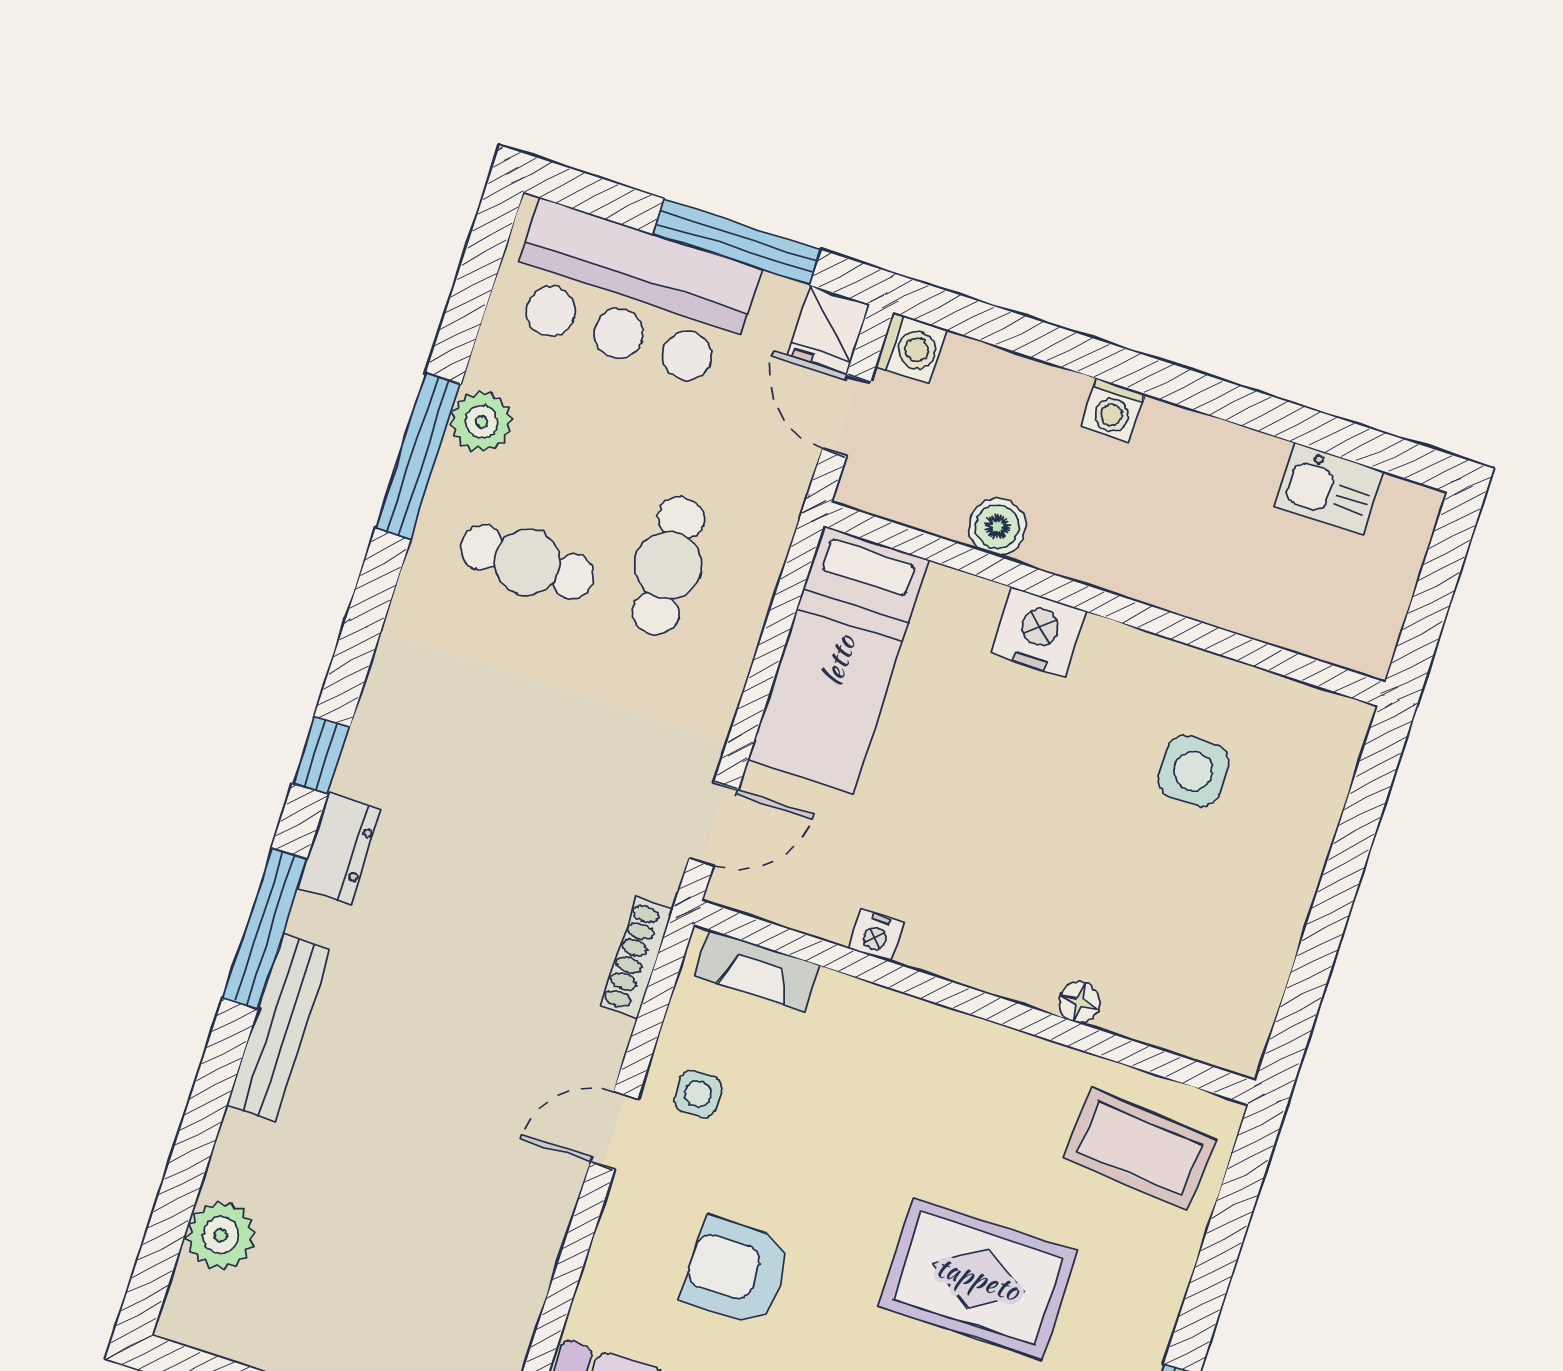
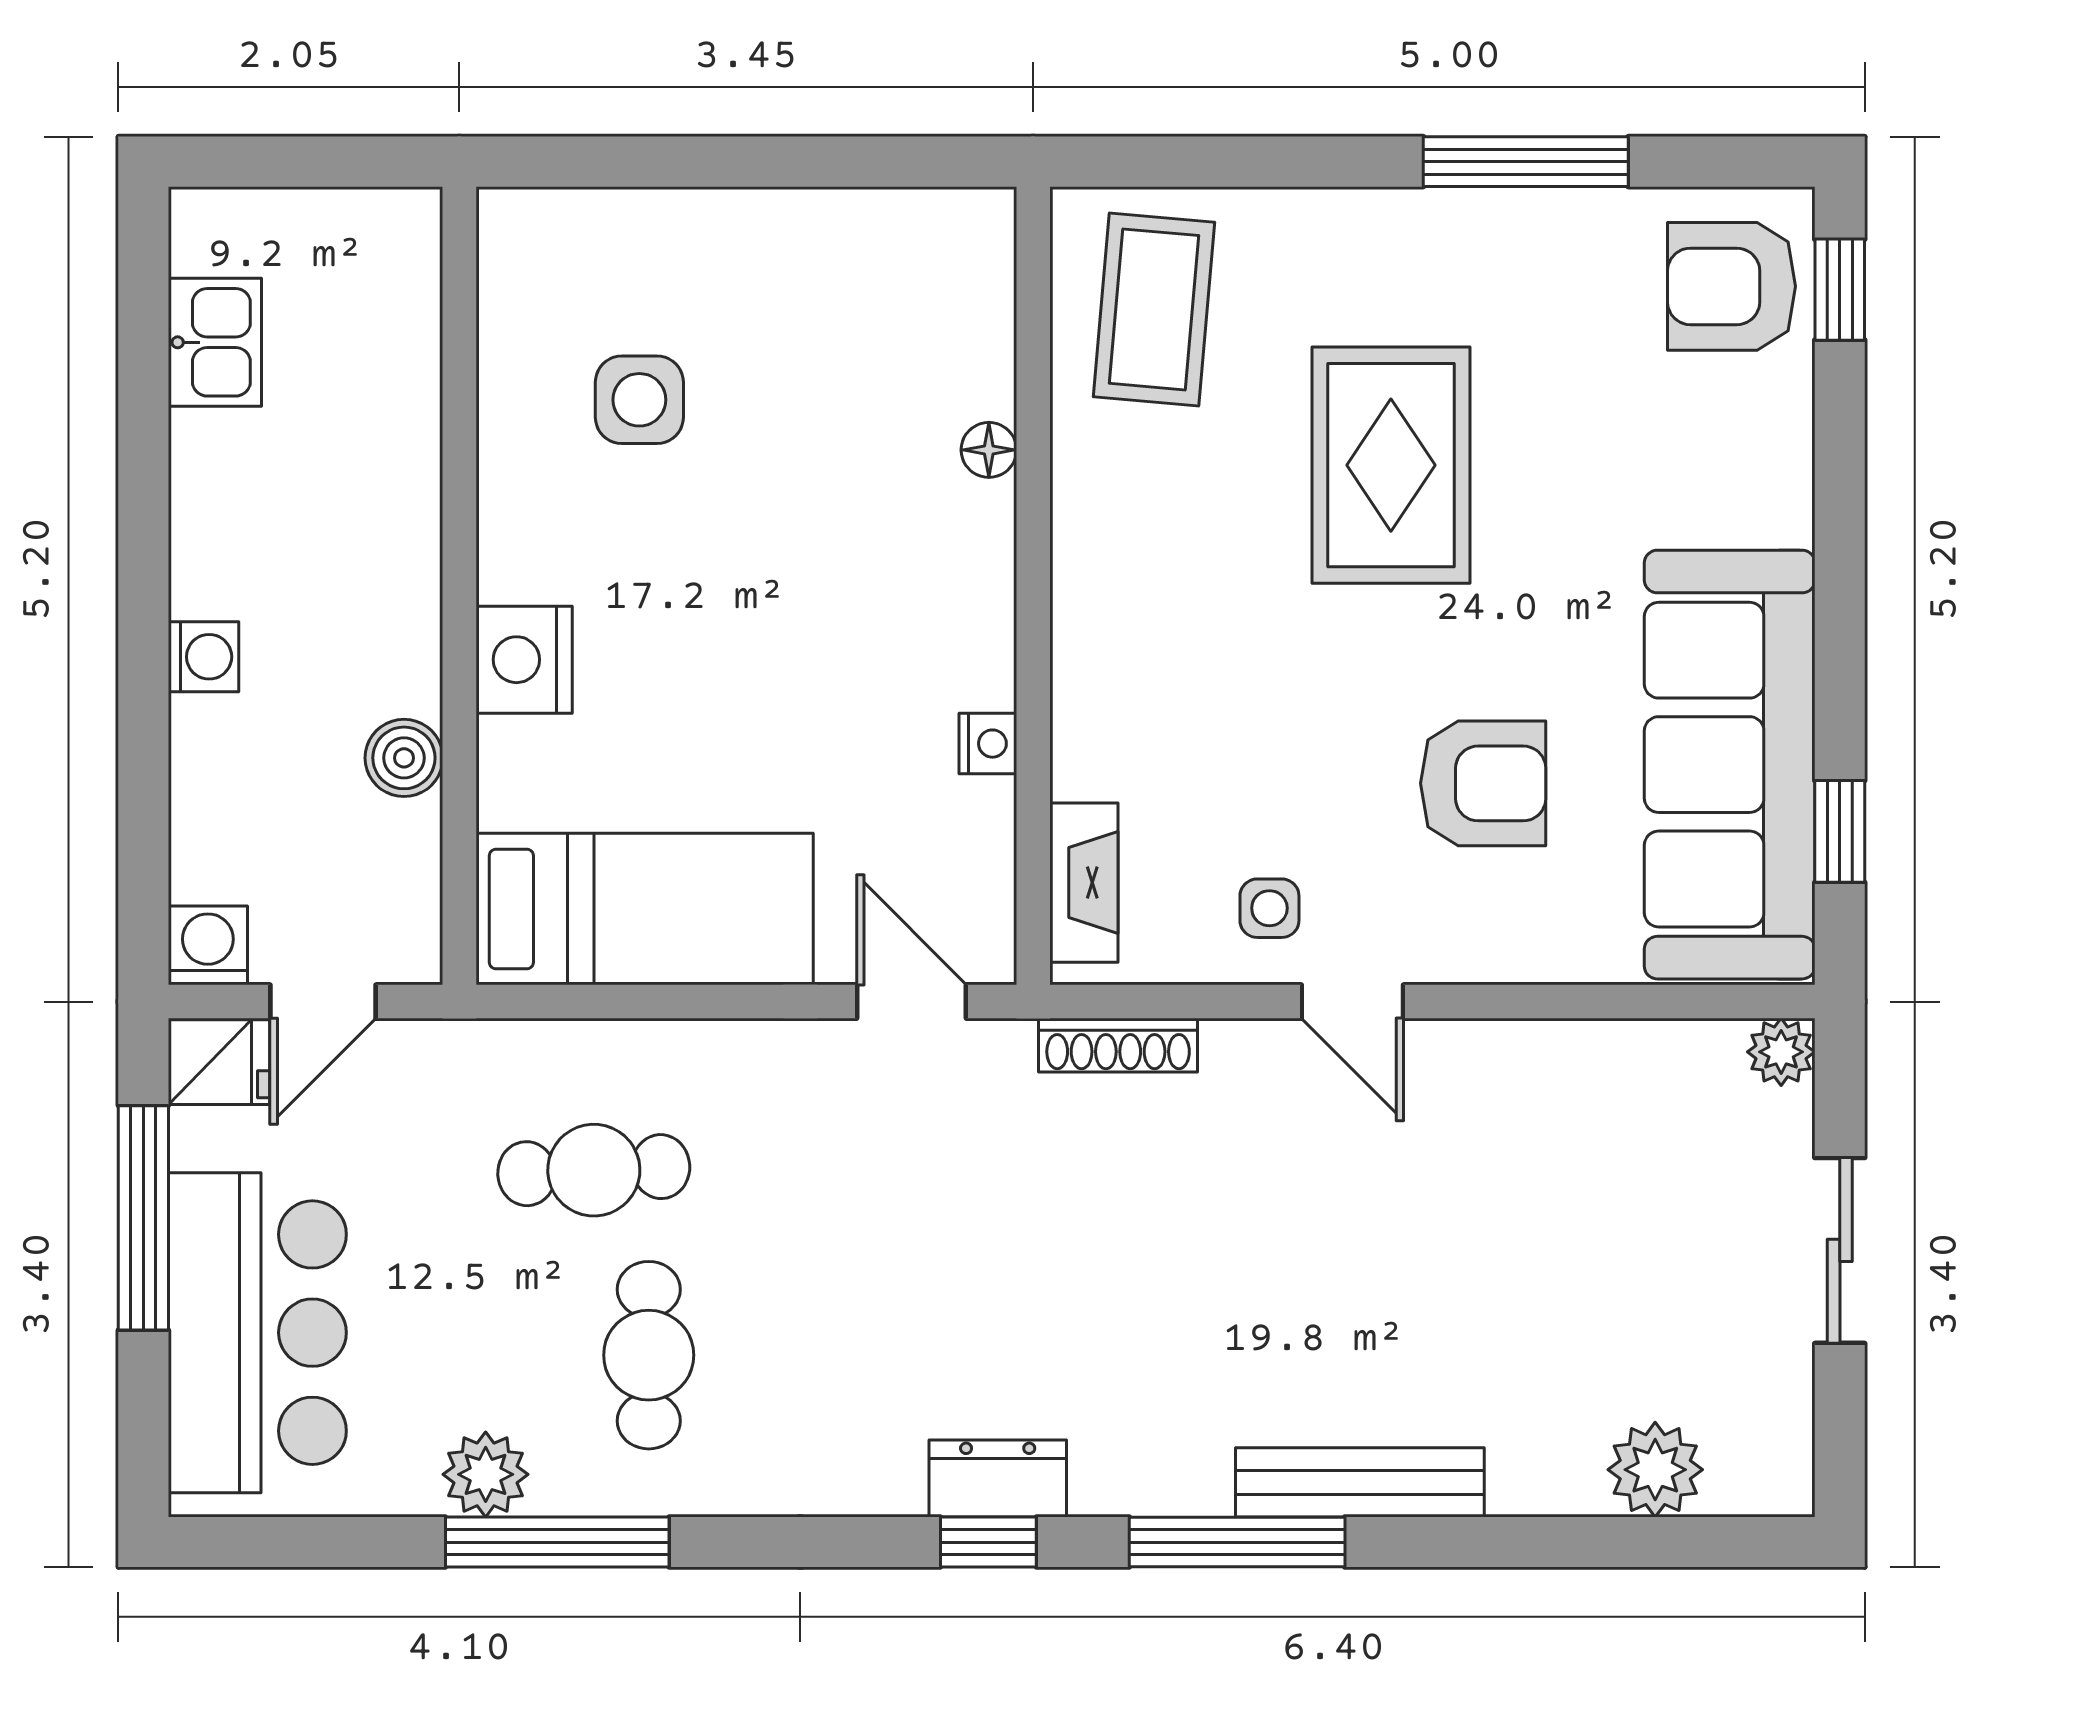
dresser: (340, 848) -> (998, 1478), moved
armchair: (736, 1271) -> (1483, 783), turned -90

